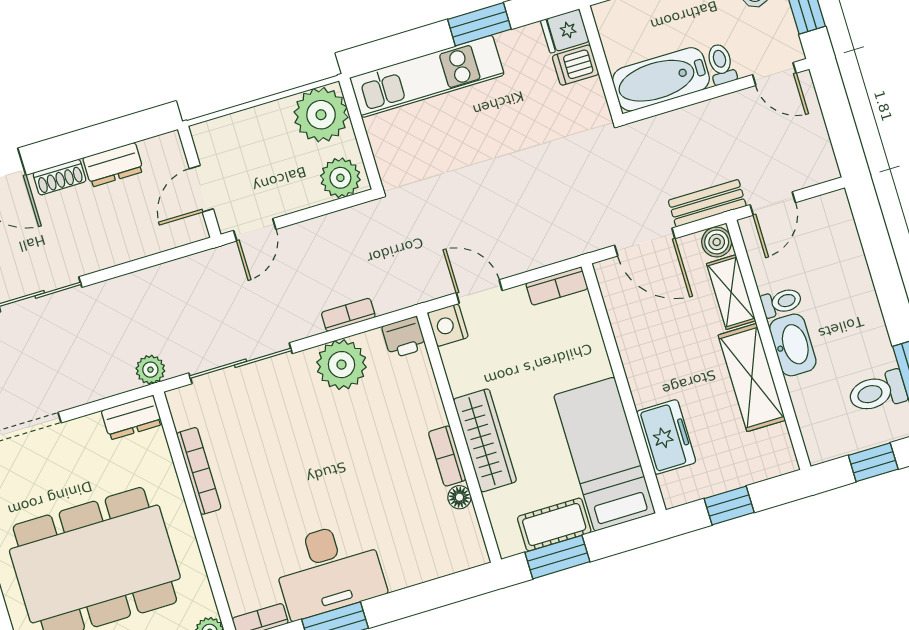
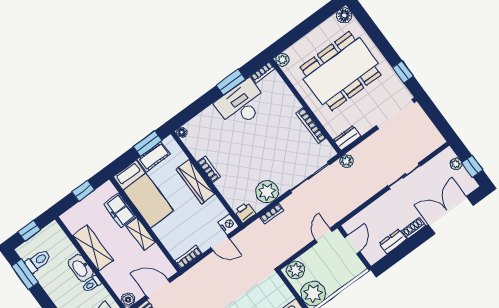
shelving: (731, 292) -> (141, 234), moved
floor lamp: (459, 497) -> (182, 132), moved

